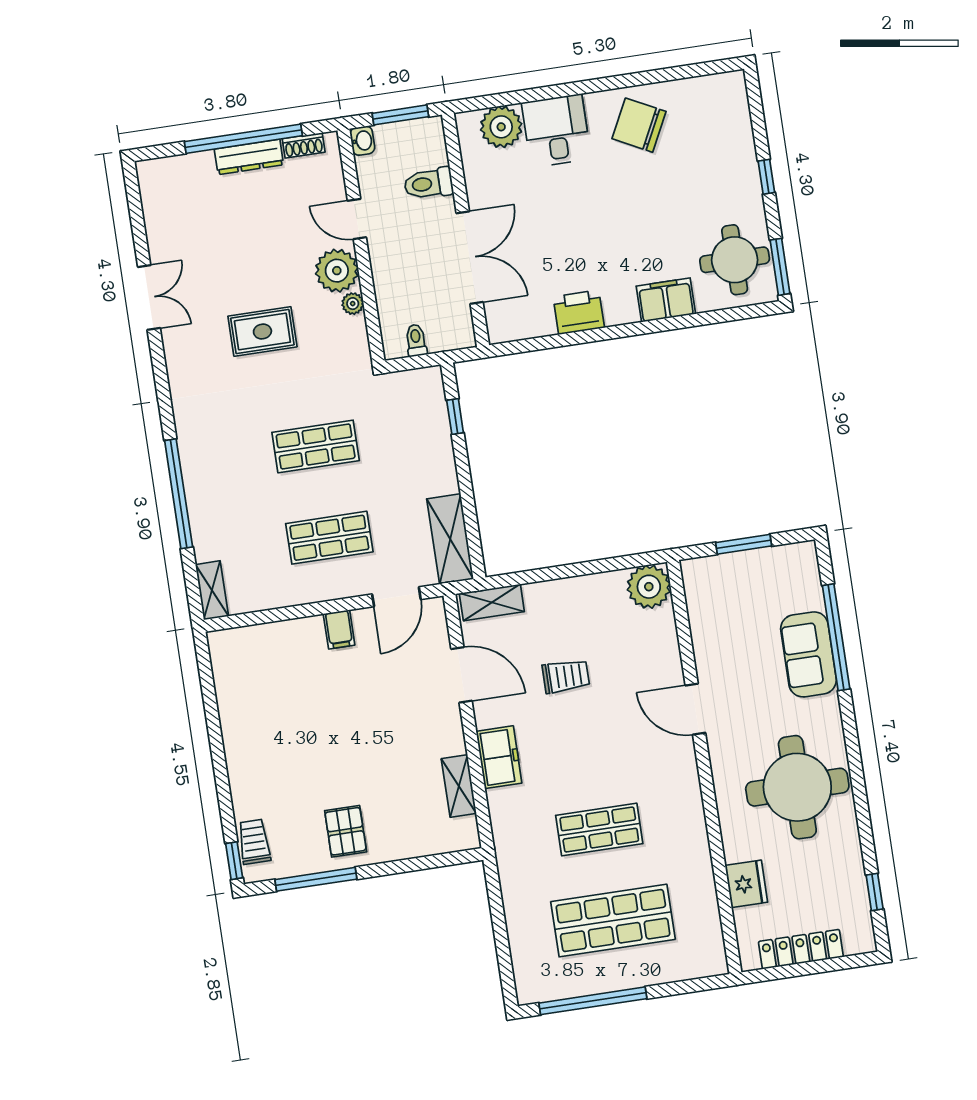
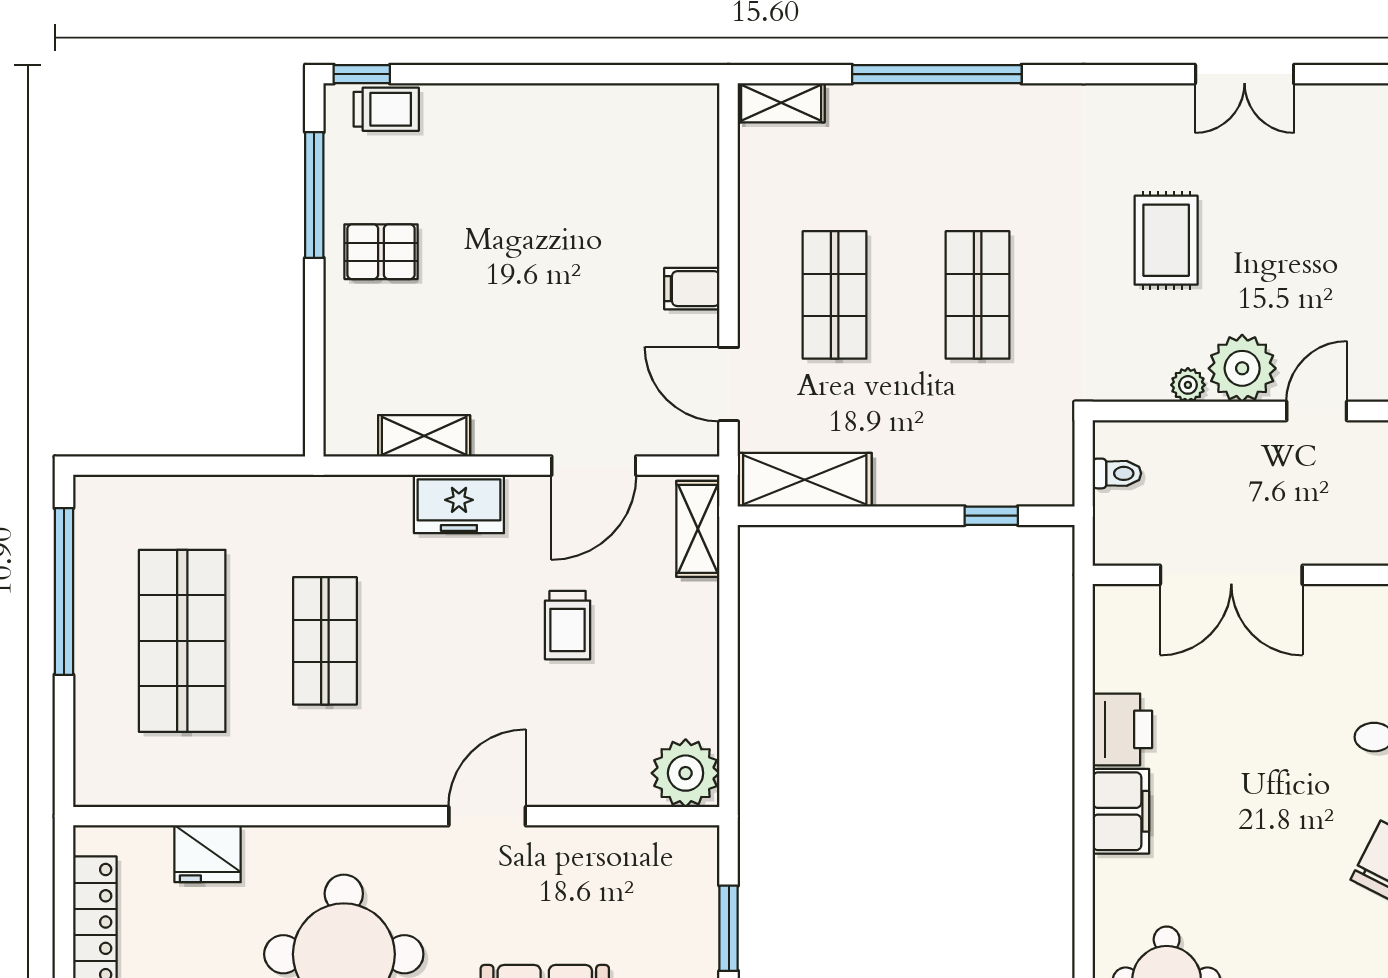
toilet: (429, 184) -> (1354, 529), removed
filing cabinet: (666, 300) -> (1121, 811), moved

